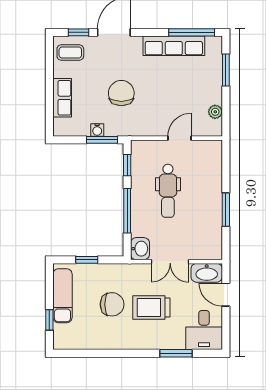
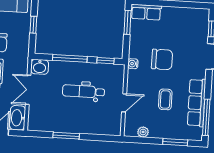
coffee table: (70, 53) -> (165, 99), moved
row of seats: (62, 98) -> (146, 12), moved
water cooler: (97, 130) -> (133, 64), moved
door: (180, 138) -> (124, 103), hinge flipped
window: (102, 140) -> (128, 22), moved

